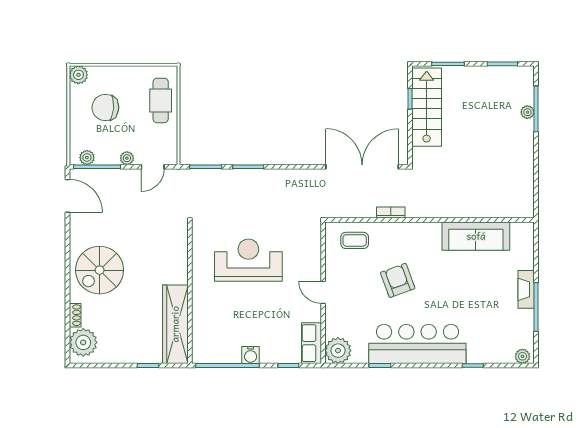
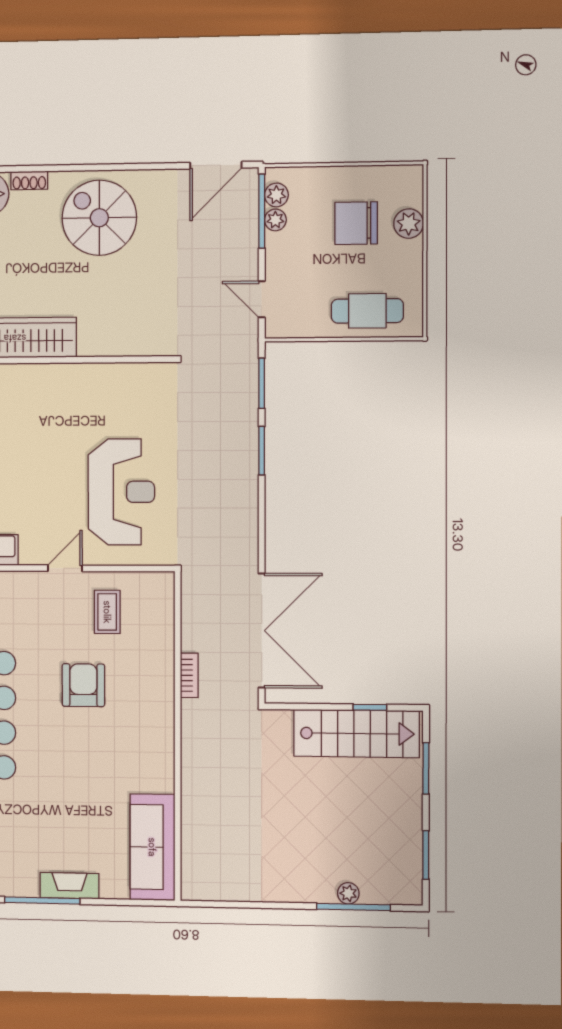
plant: (78, 75) -> (409, 224), moved
chair: (105, 108) -> (356, 223), turned -94
plant: (127, 158) -> (275, 220), moved
sofa: (476, 236) -> (152, 847), moved
coffee table: (355, 240) -> (107, 612), moved
reception desk: (248, 260) -> (121, 492), moved
armchair: (398, 280) -> (83, 685), turned -70

